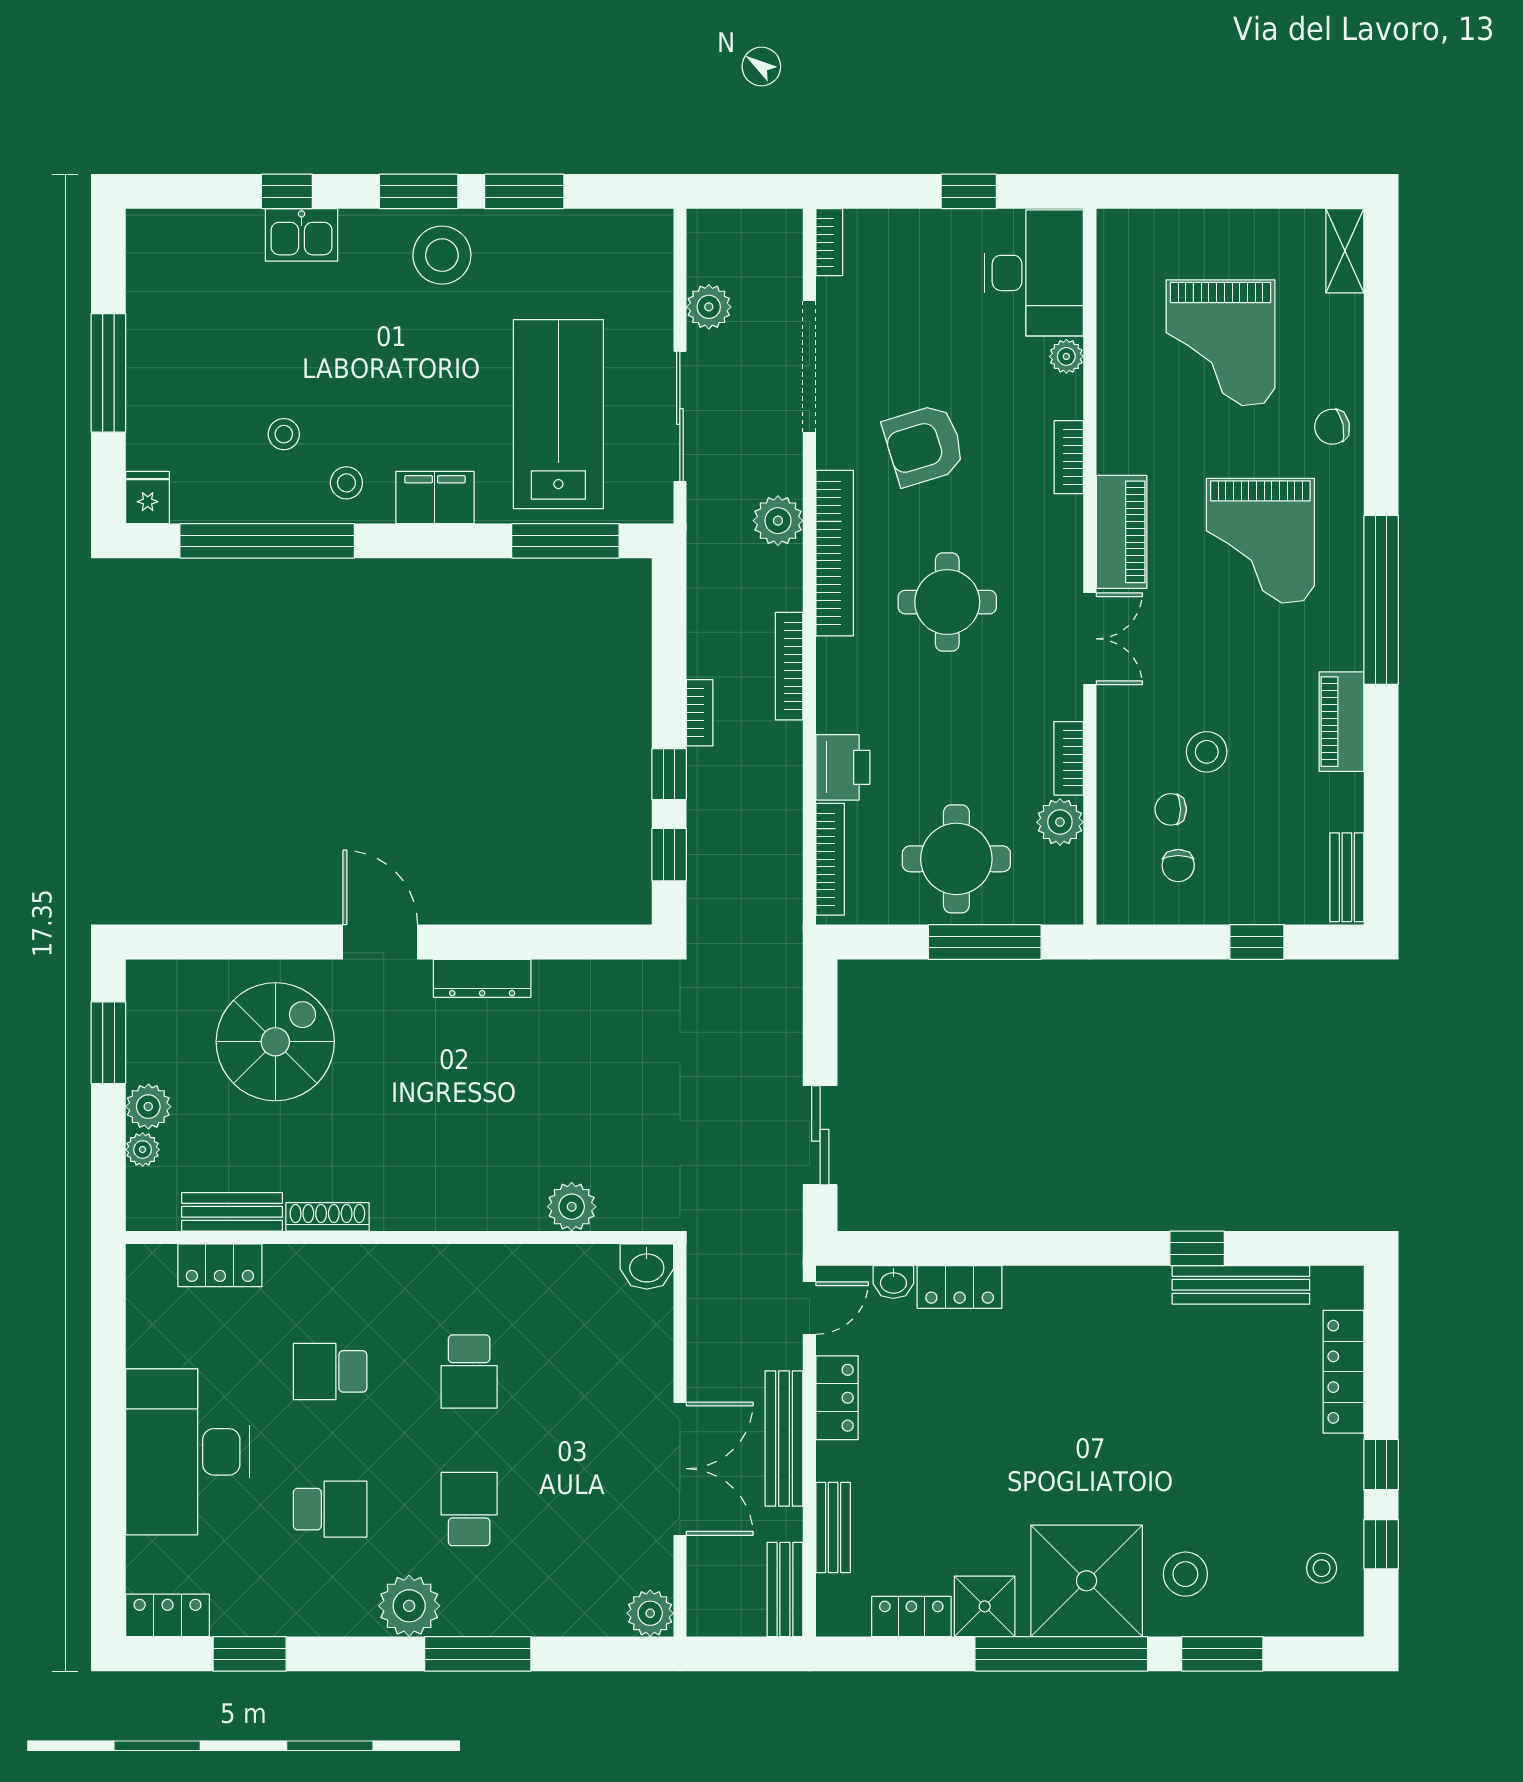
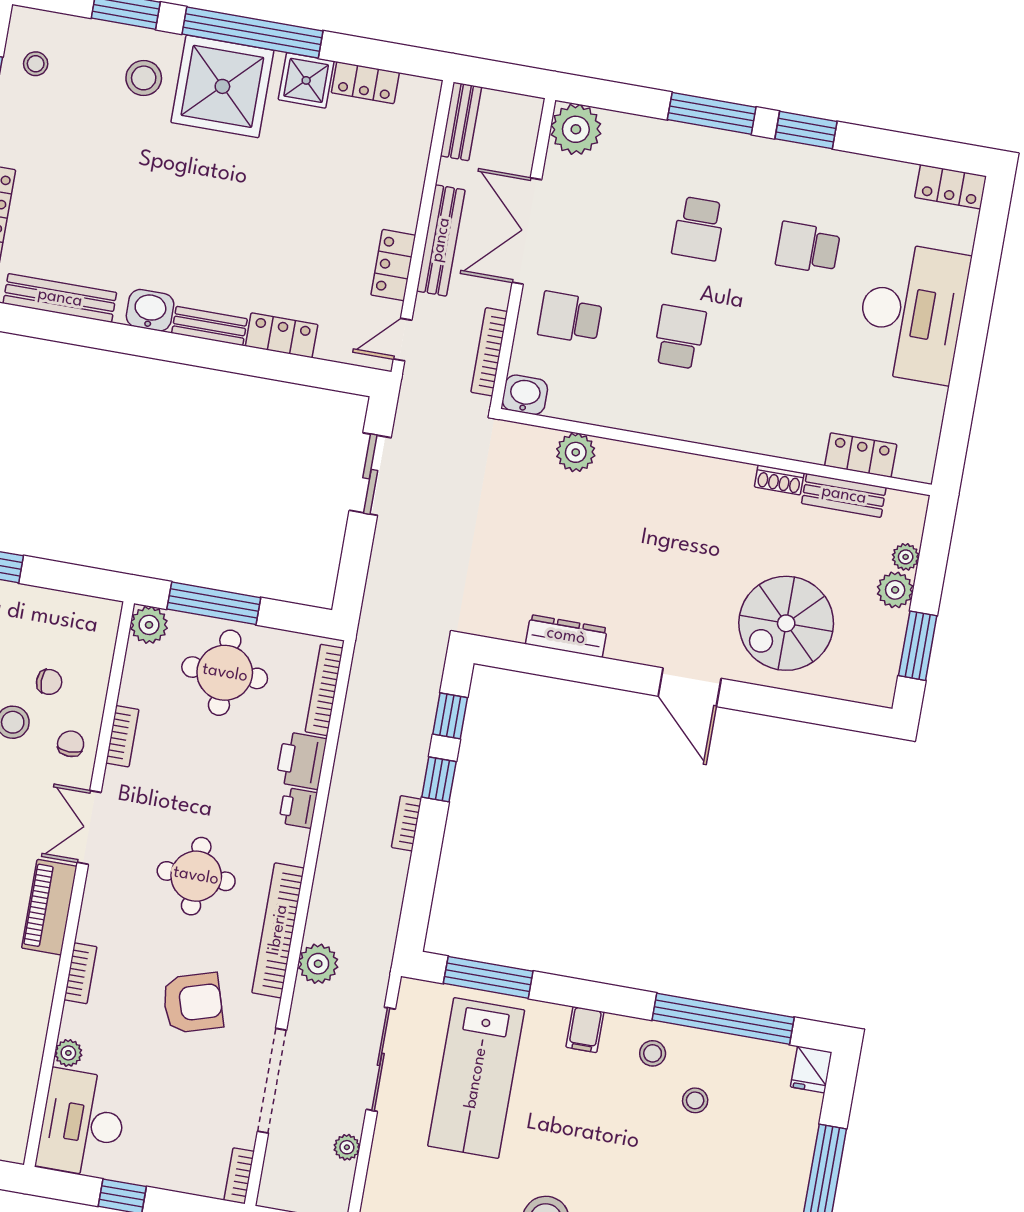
plant: (709, 307) -> (347, 1147), width x0.73, depth x0.73
filing cabinet: (435, 497) -> (585, 1030), width x0.50
bookcase: (789, 666) -> (489, 352), moved, turned 180
printer: (837, 708) -> (298, 808), added
plant: (1060, 822) -> (149, 625), moved
chair: (1178, 866) -> (71, 744), moved
dresser: (482, 978) -> (566, 636), moved
shoe rack: (327, 1217) -> (779, 480), width x0.70
window: (1197, 1248) -> (89, 333), removed
washbasin: (893, 1282) -> (150, 310), moved, width x1.38, depth x1.45
school desk: (330, 1371) -> (570, 318), moved, turned 180
bench: (833, 1527) -> (209, 326), moved, turned 90
plant: (409, 1606) -> (759, 161), removed
plant: (650, 1613) -> (576, 129), width x1.36, depth x1.36
window: (250, 1654) -> (806, 130), moved

